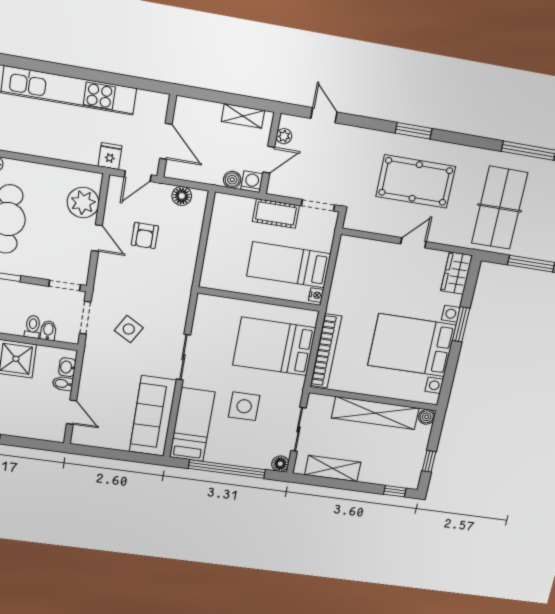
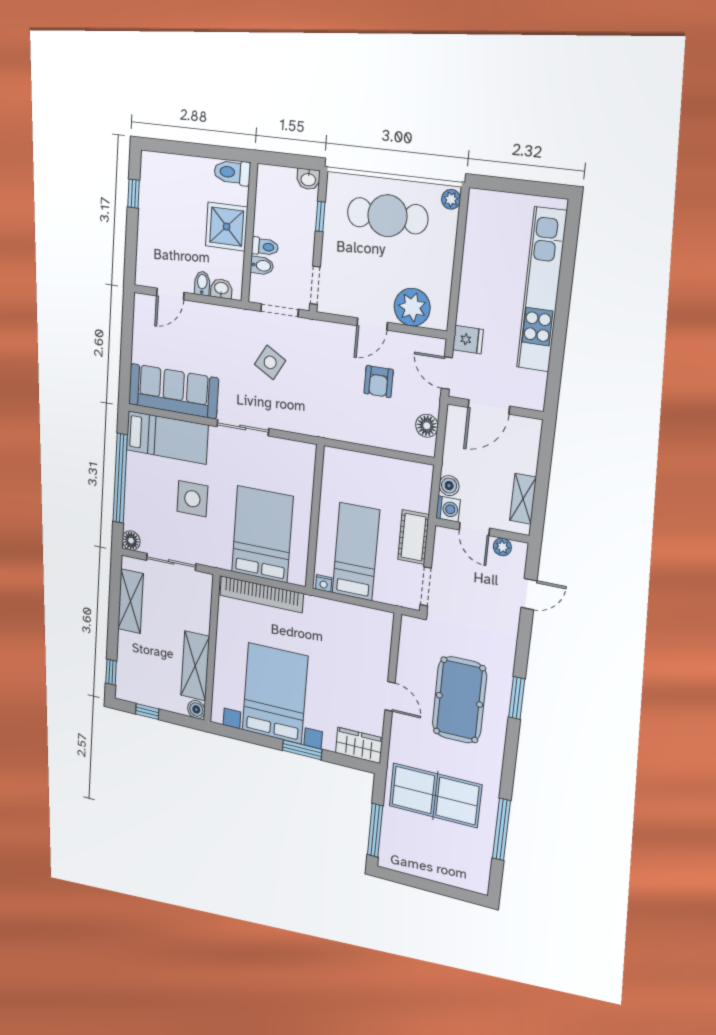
armchair: (145, 236) -> (379, 382), turned -90
shelving: (375, 413) -> (195, 666), width x0.68

